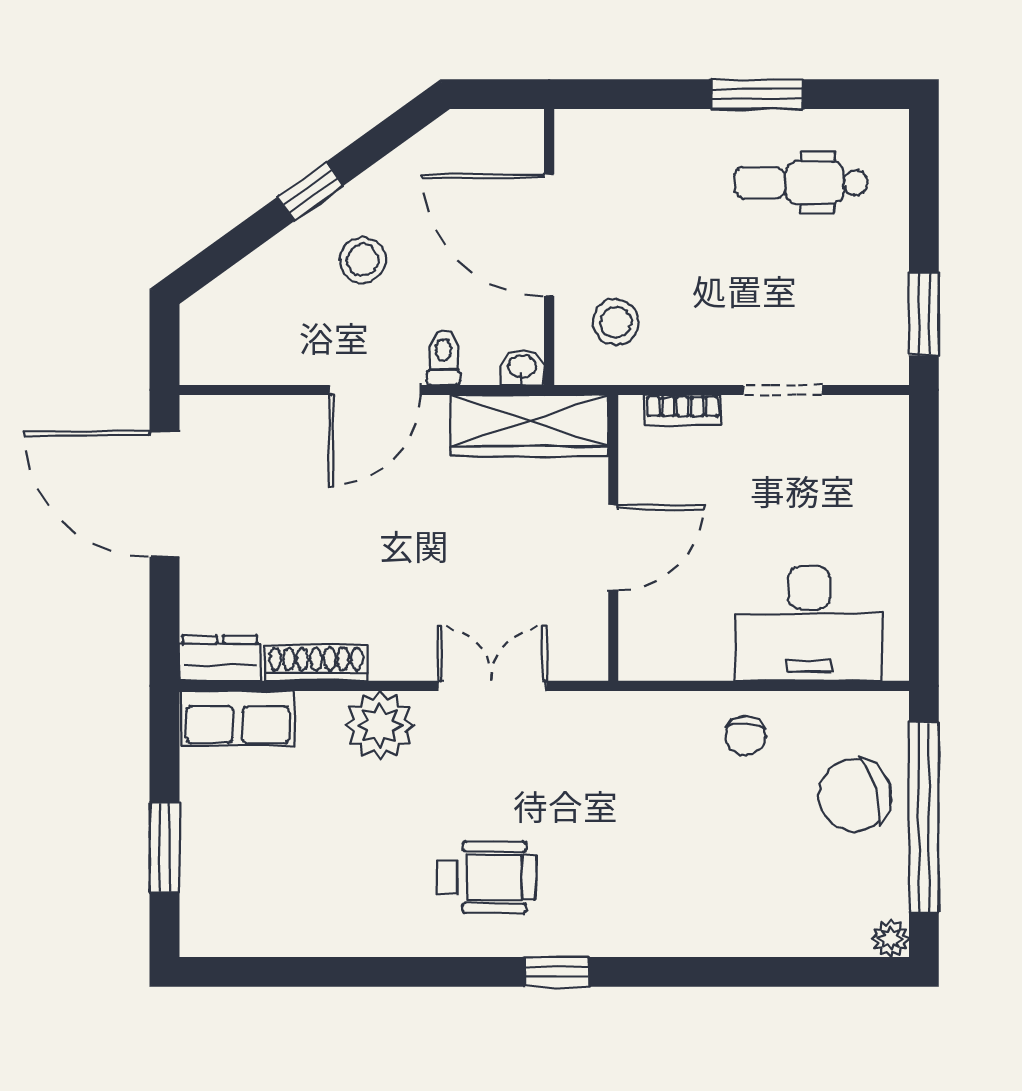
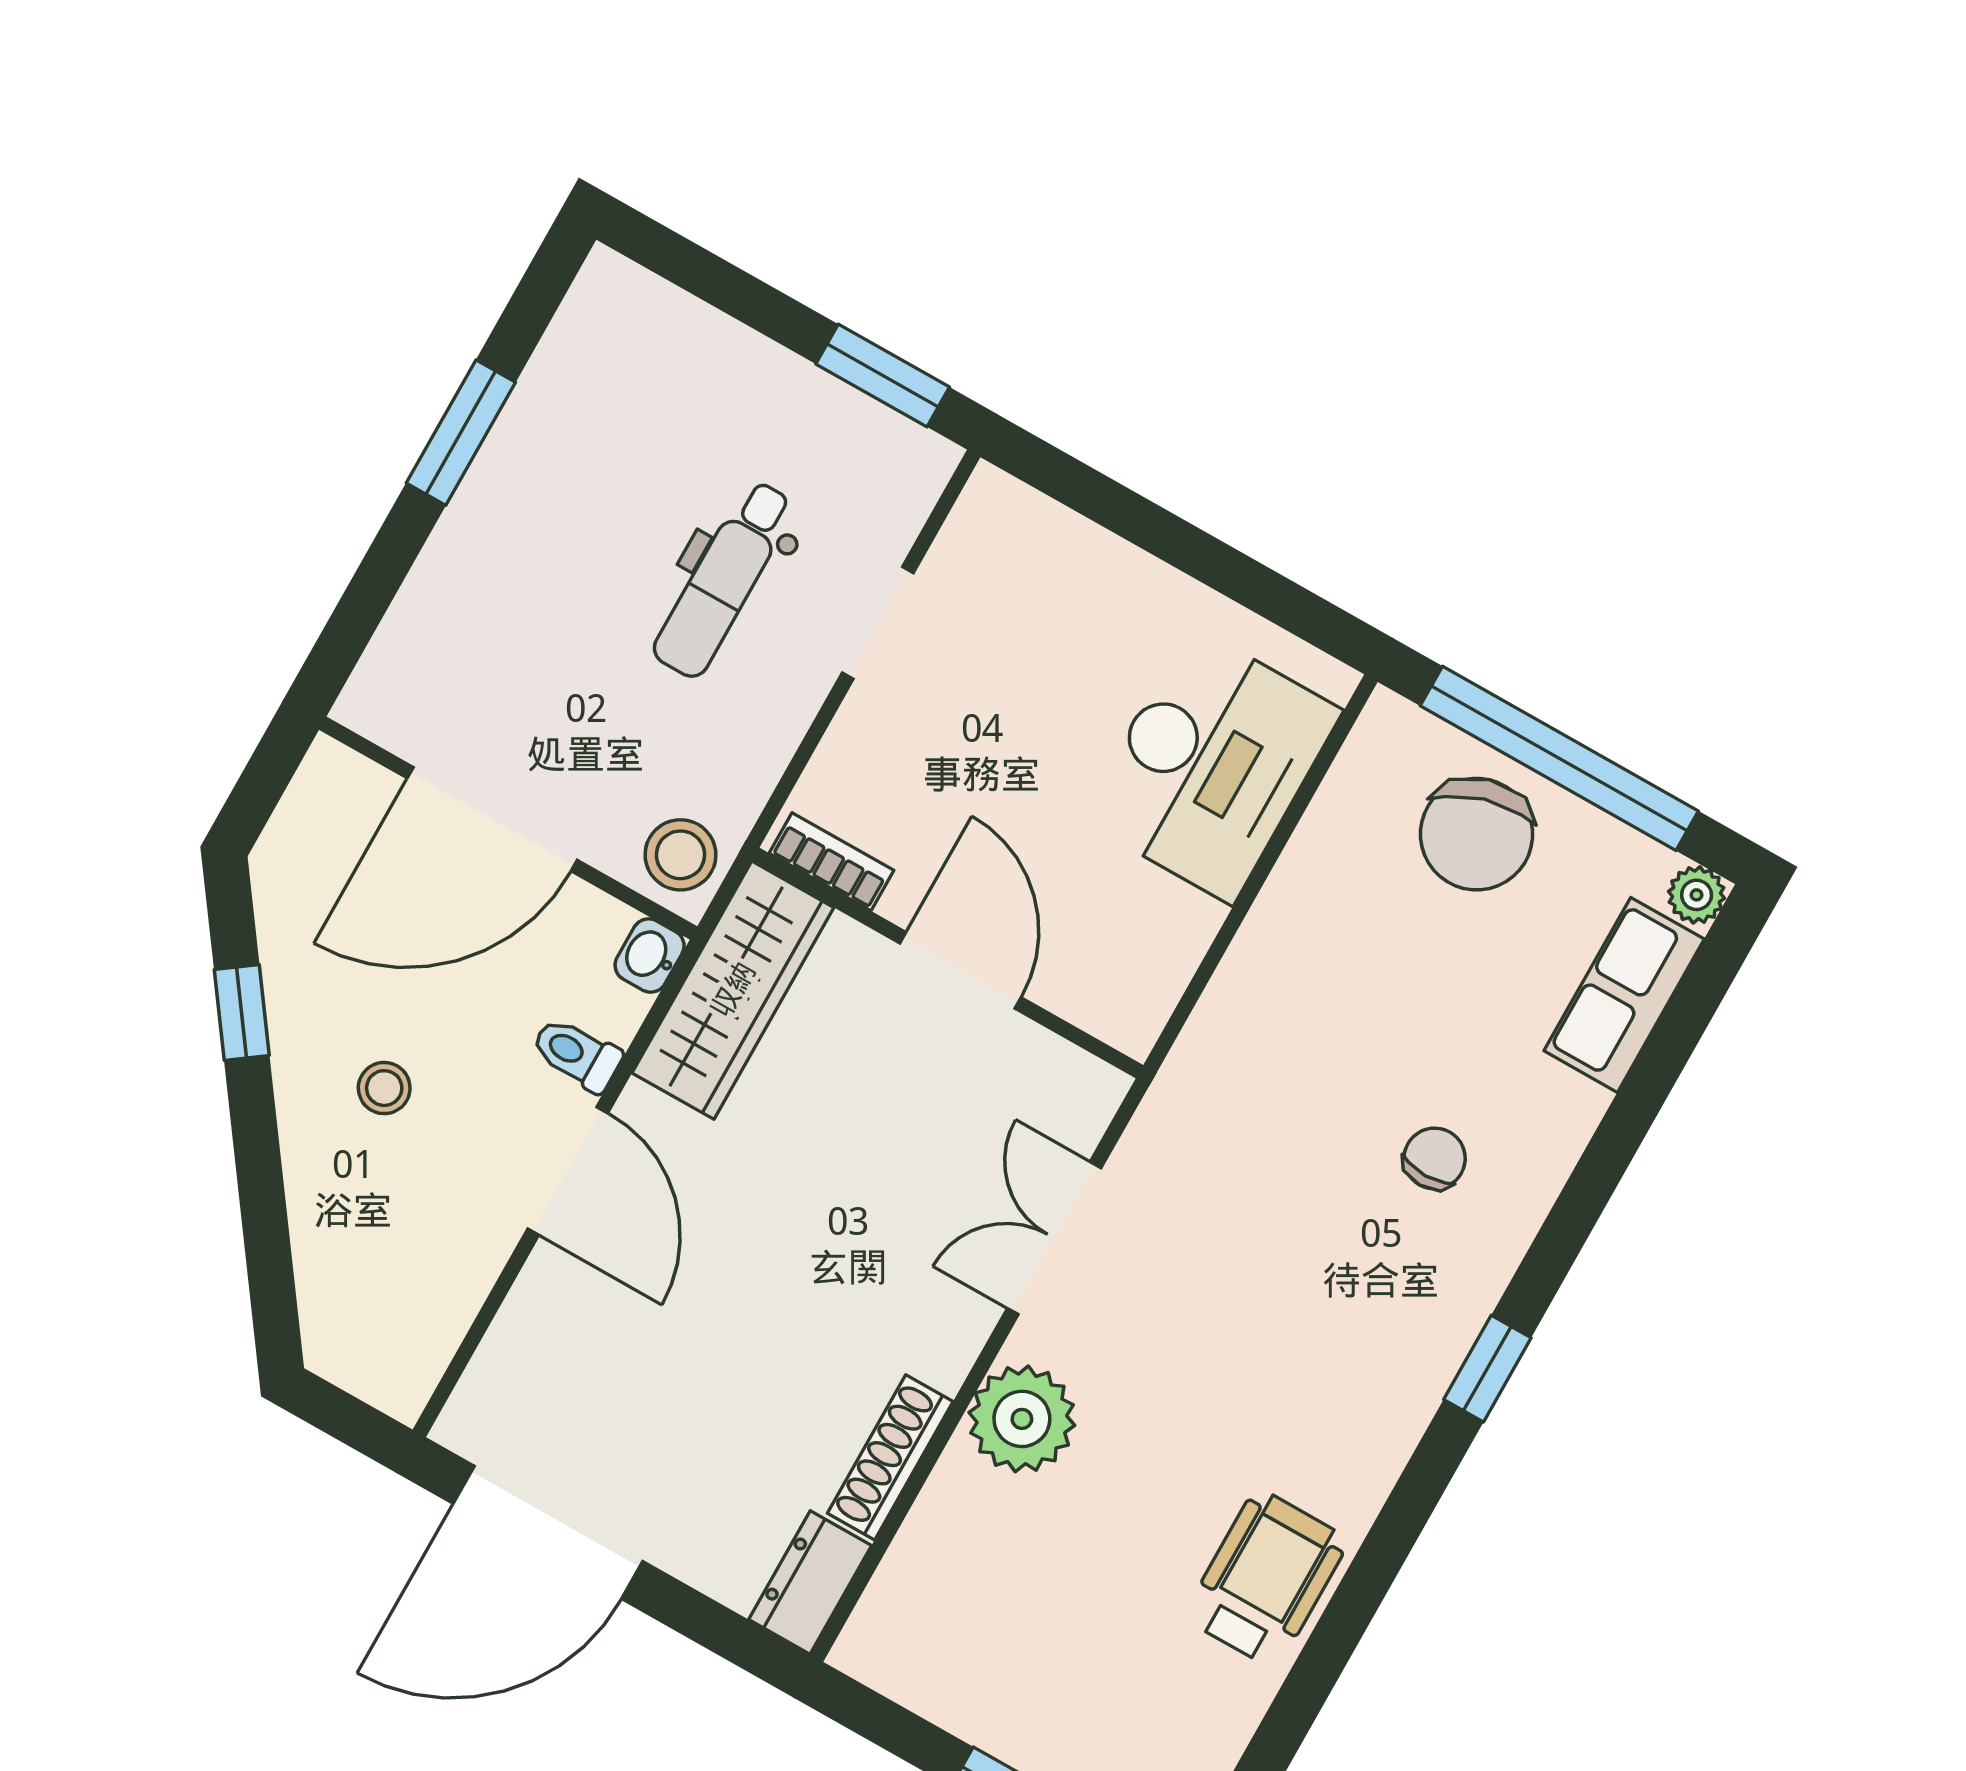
dental chair: (801, 183) -> (724, 579), moved
window: (310, 191) -> (242, 1012), moved
stool: (363, 260) -> (384, 1088), width x0.73, depth x0.73
stool: (616, 322) -> (681, 855), moved
bookcase: (683, 410) -> (831, 862), moved, turned -90
row of seats: (238, 718) -> (1624, 995), moved, turned 180
chair: (746, 736) -> (1435, 1159), moved, turned -90
wheelchair: (487, 877) -> (1266, 1579), moved

